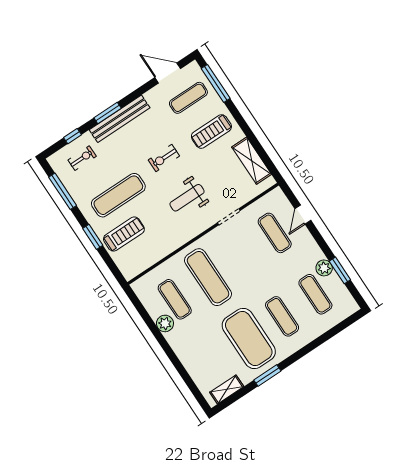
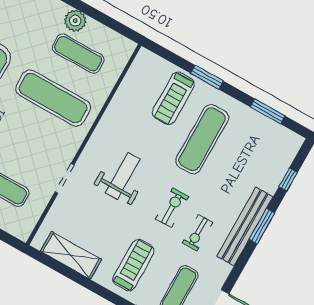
exercise bike: (82, 158) -> (198, 233), moved
window: (63, 191) -> (268, 111), width x0.69

